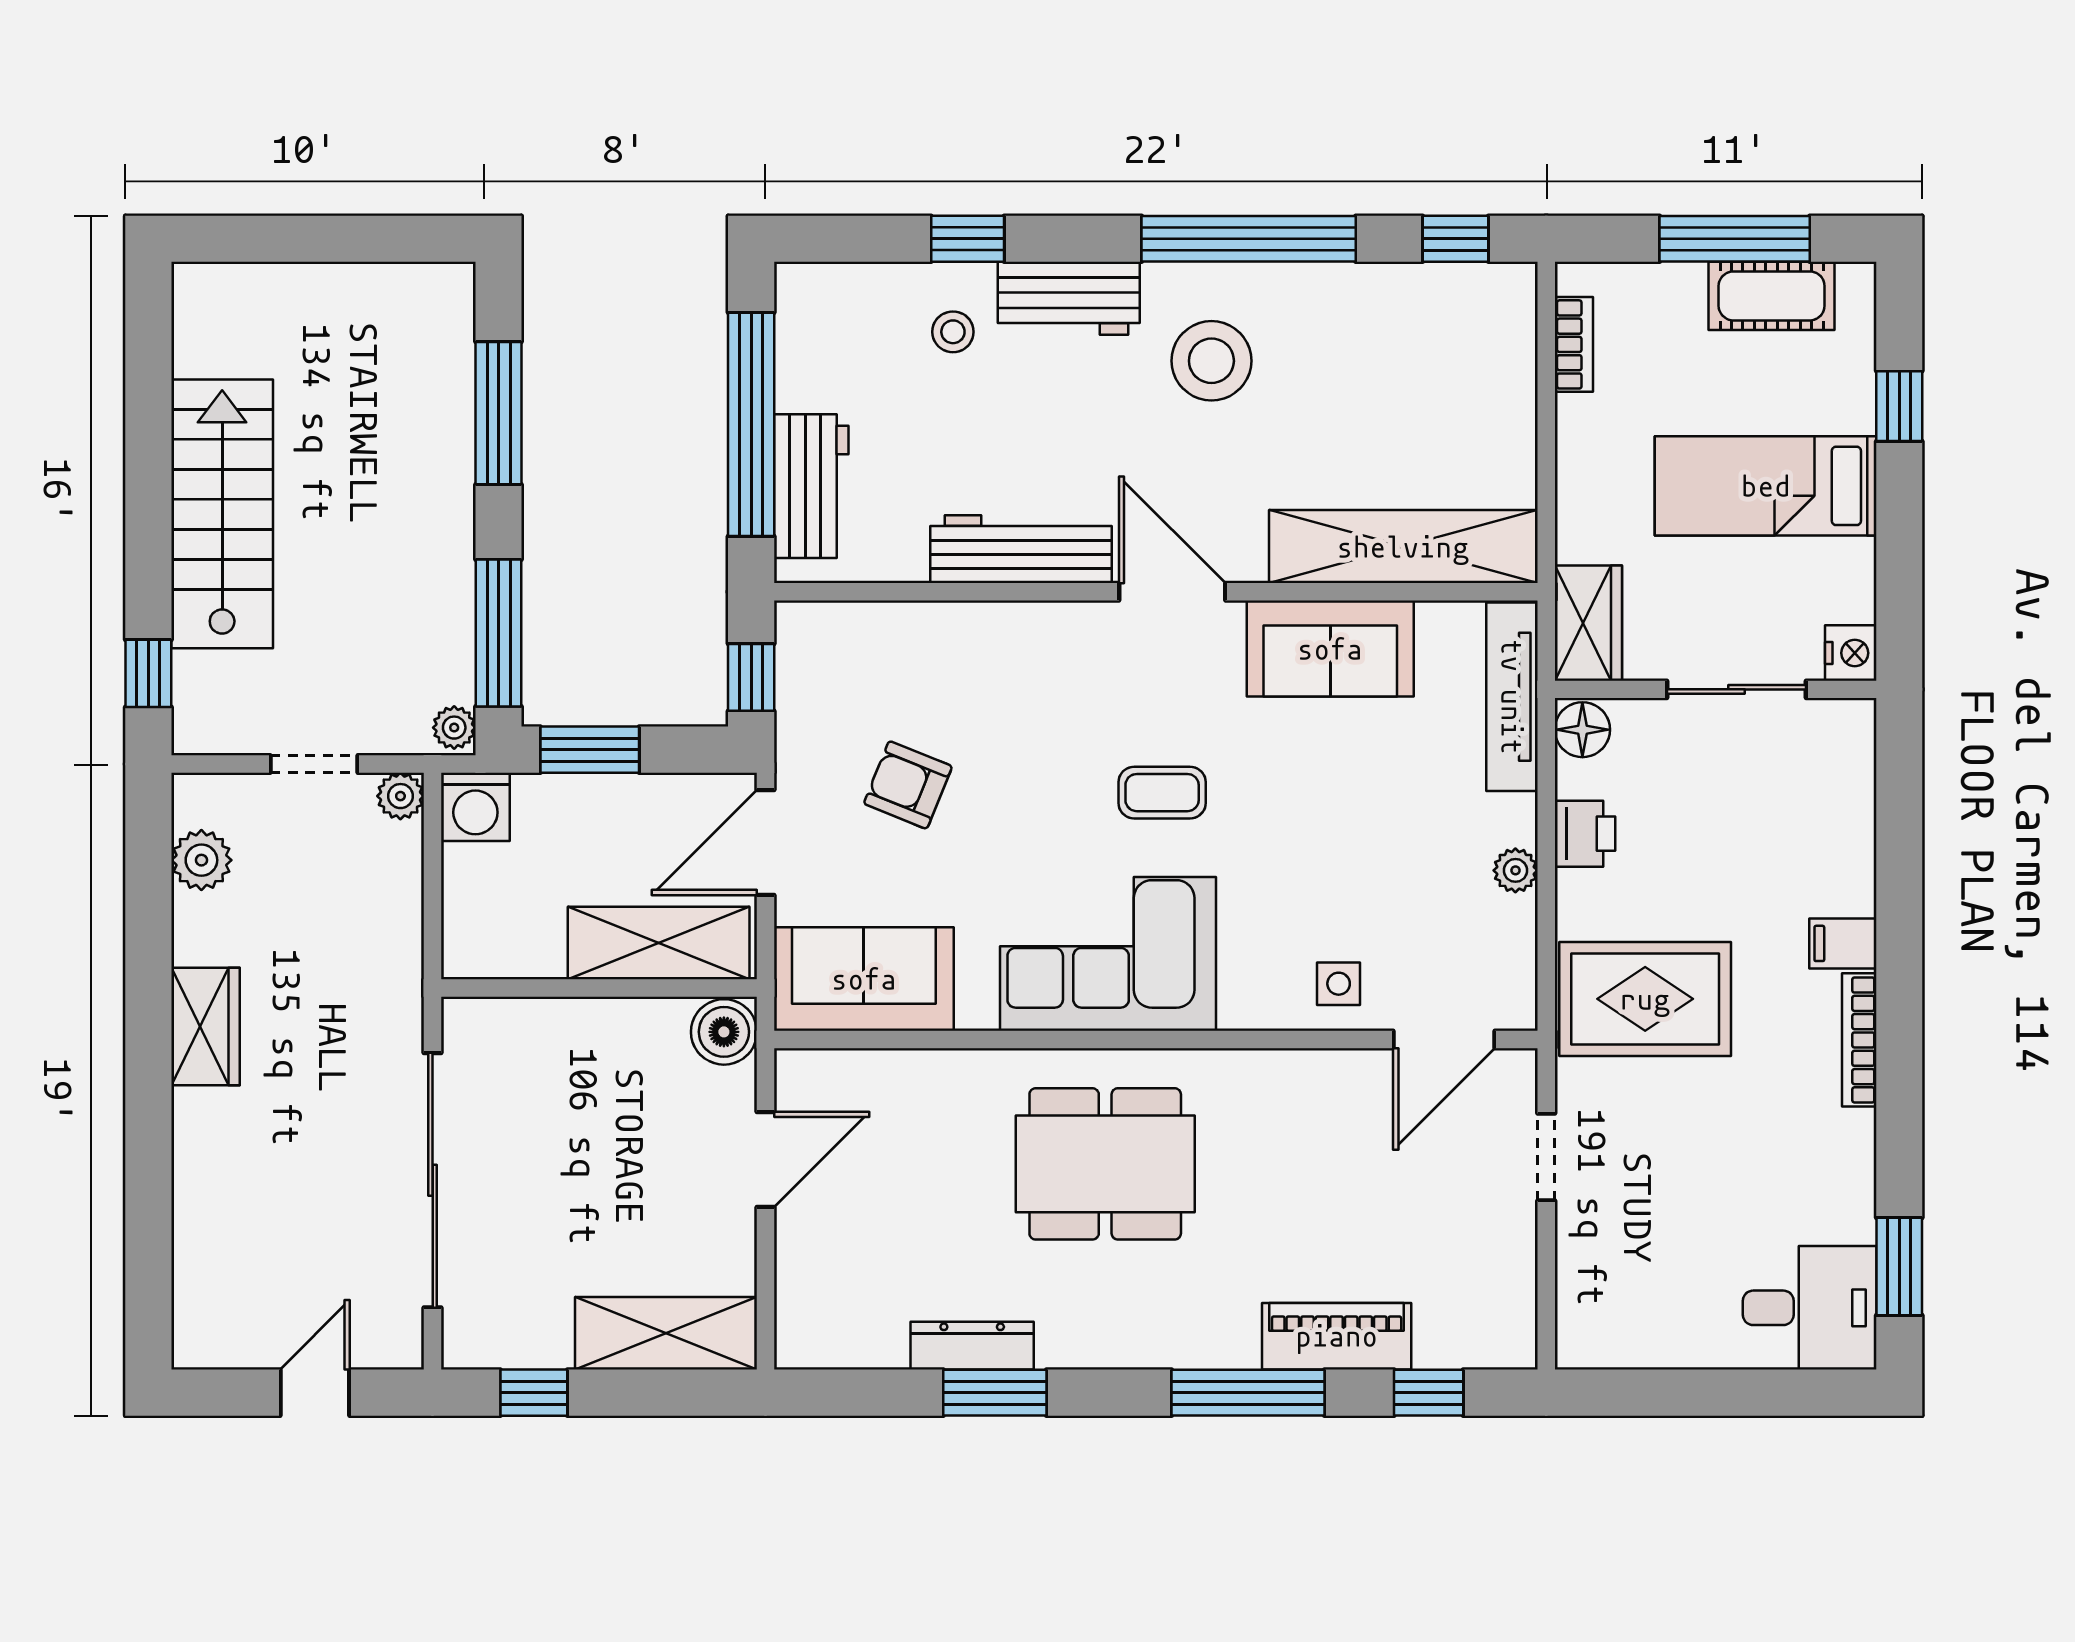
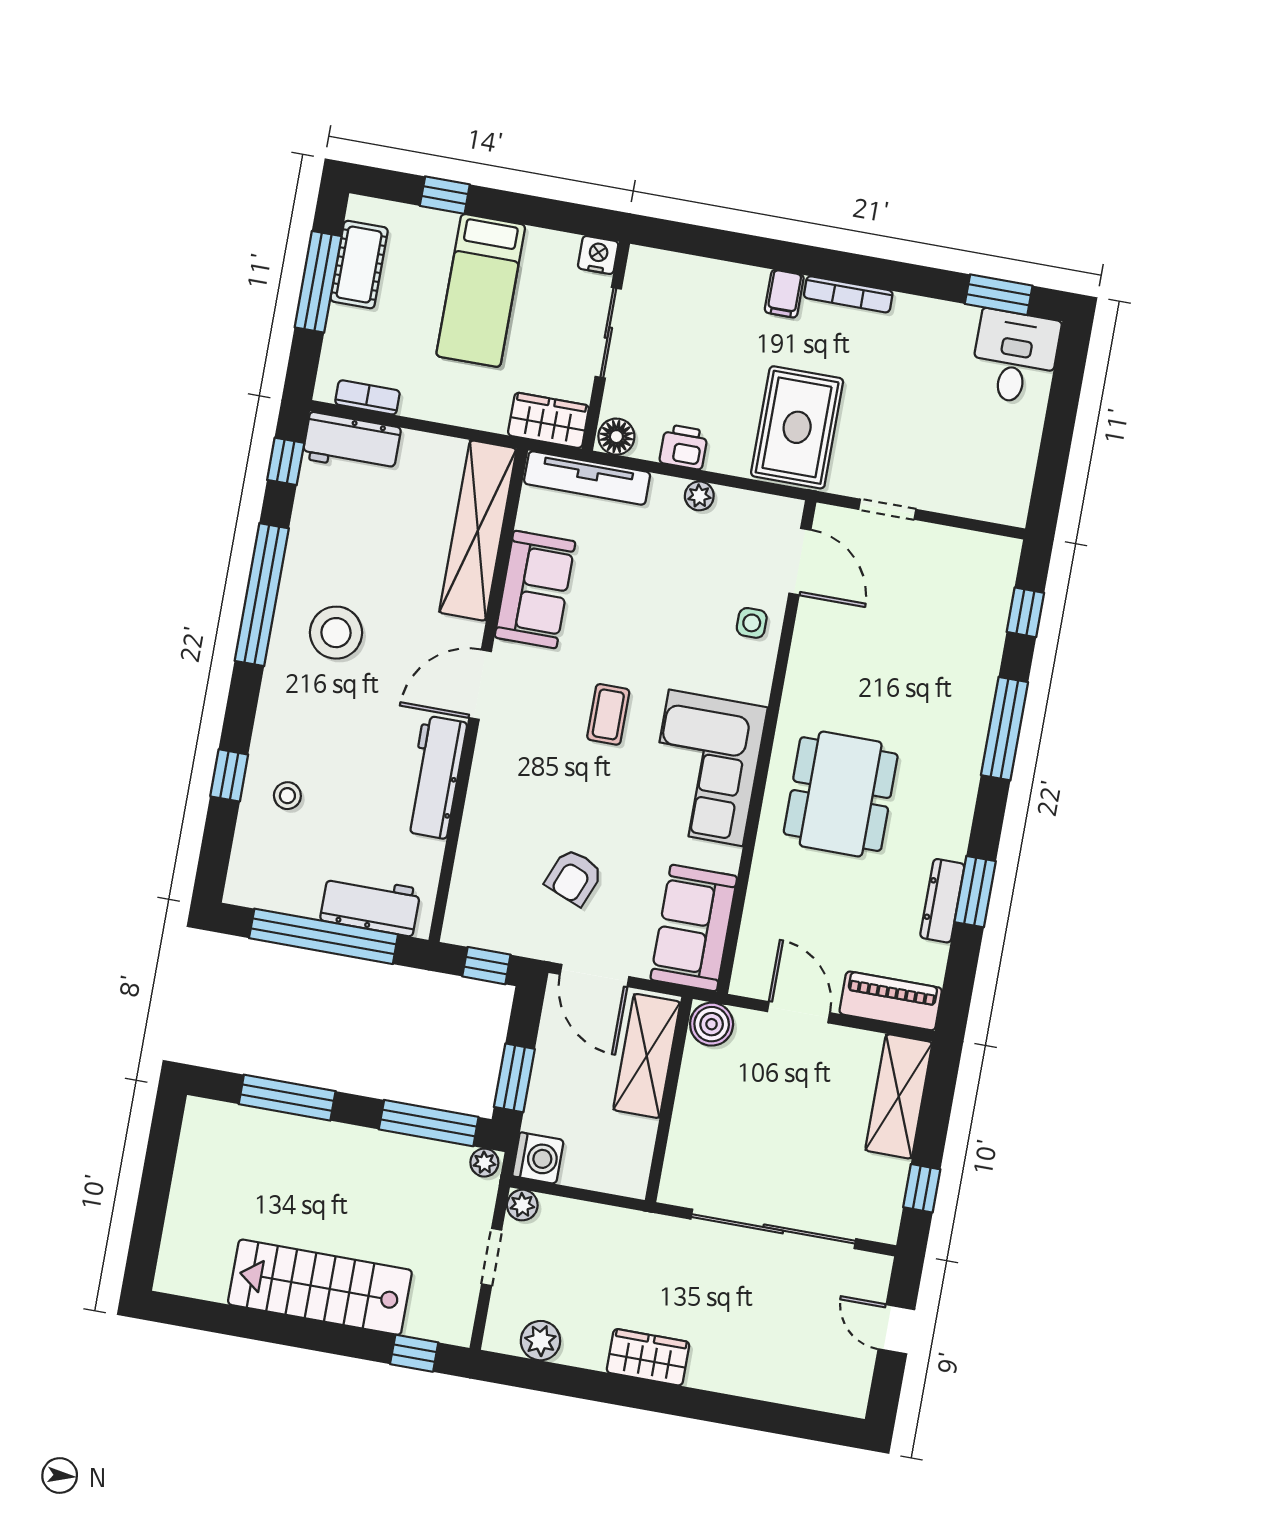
workbench: (1069, 298) -> (351, 443), moved, turned 90
piano: (1337, 1336) -> (891, 1001), moved, turned 90

